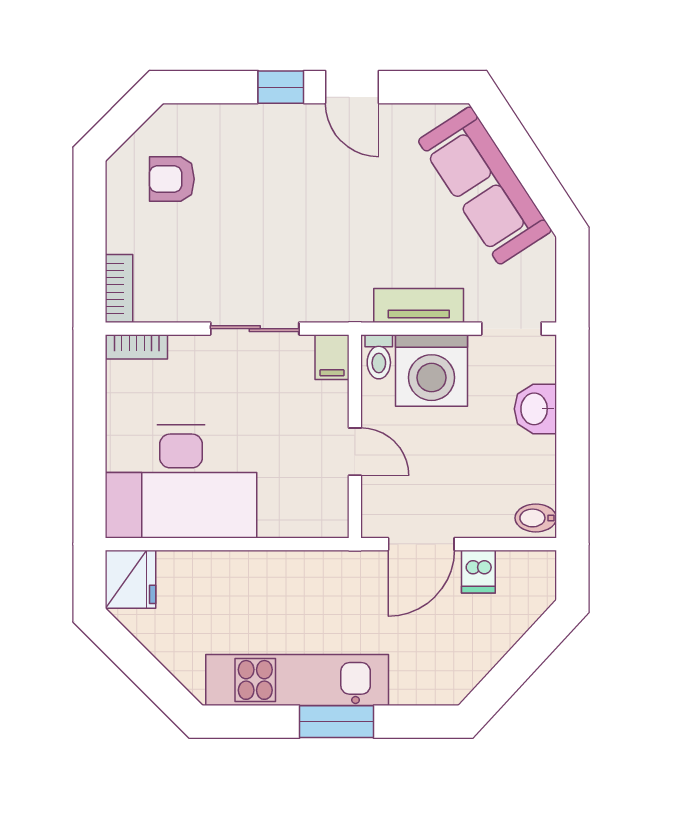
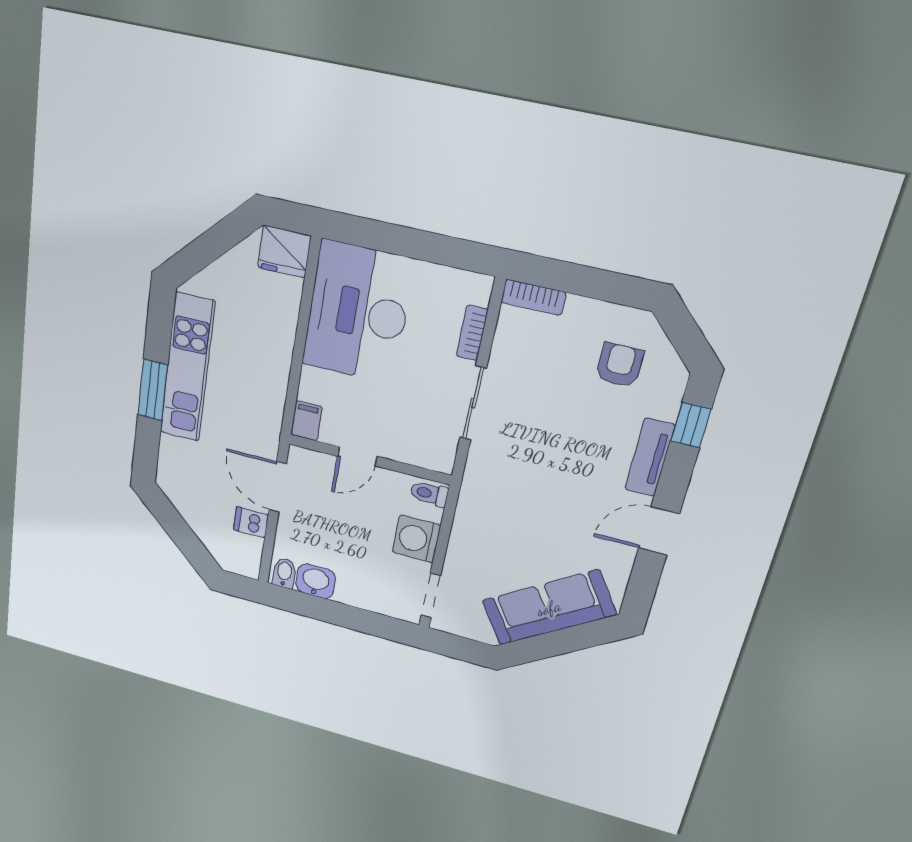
window: (281, 87) -> (691, 425), moved
tv unit: (419, 305) -> (650, 457), moved, turned 180
bookcase: (137, 347) -> (472, 333), moved
filing cabinet: (332, 357) -> (306, 421), moved, turned 90
washing machine: (432, 370) -> (416, 539), width x0.73, depth x0.73
washbasin: (535, 409) -> (316, 581), moved

